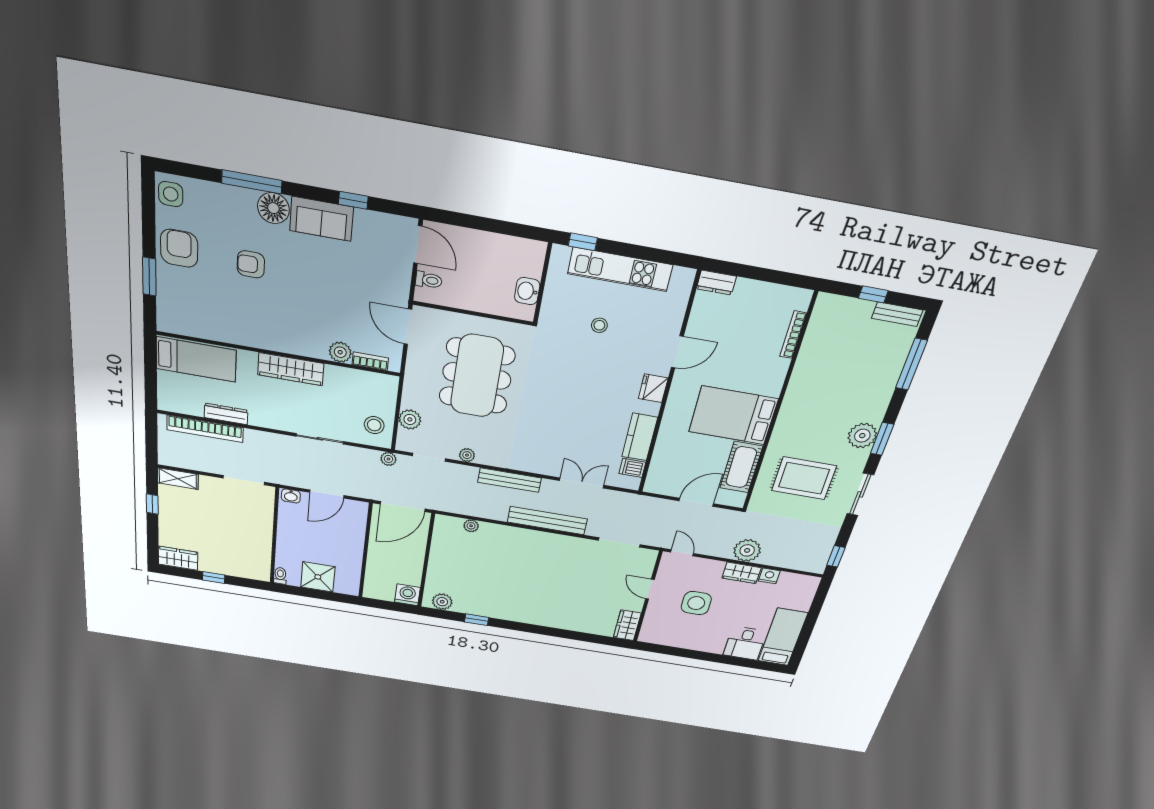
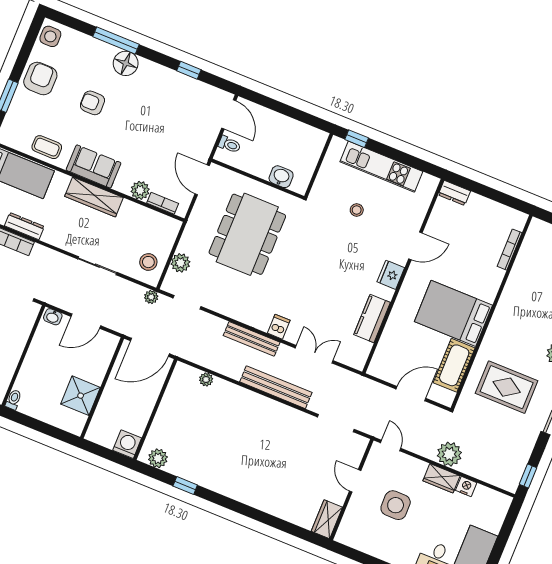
sofa: (321, 219) -> (94, 166), moved, turned 180
washbasin: (527, 291) -> (281, 177), moved, turned 90
coffee table: (217, 326) -> (47, 147), added
plant: (467, 455) -> (221, 307), removed
dishwasher: (632, 468) -> (279, 327), moved, turned 90
shower: (318, 577) -> (81, 396), moved

